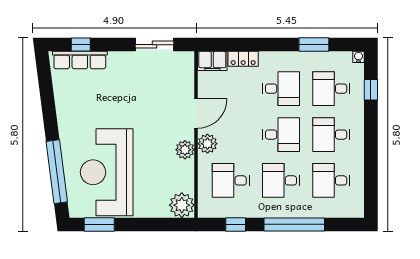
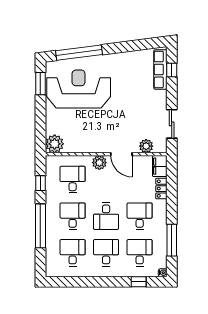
window: (314, 45) -> (172, 240), width x1.44
desk: (281, 89) -> (140, 216), turned 180
plant: (185, 150) -> (146, 146), moved

